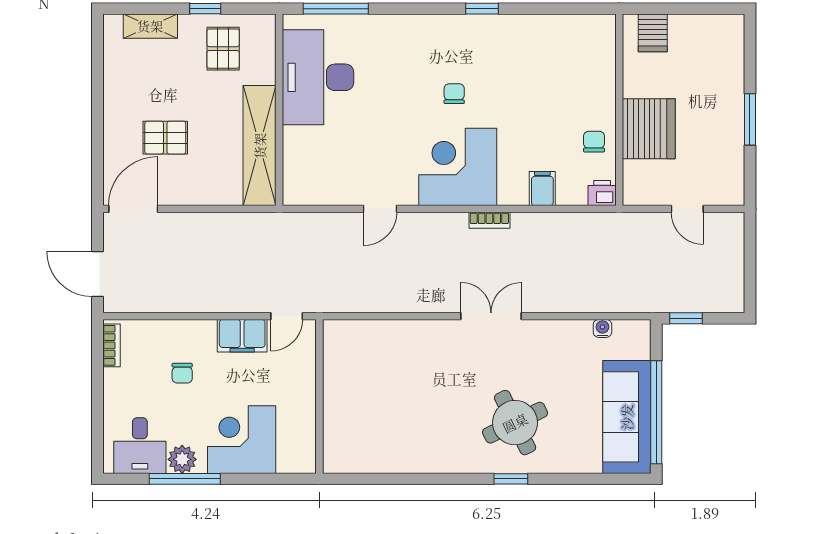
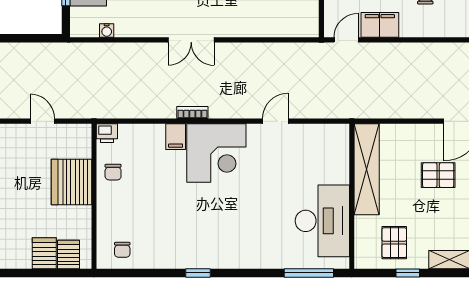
server rack: (685, 35) -> (44, 253), added
chair: (454, 94) -> (122, 250), moved
filing cabinet: (542, 189) -> (176, 137), moved
window: (686, 318) -> (43, 38), removed

